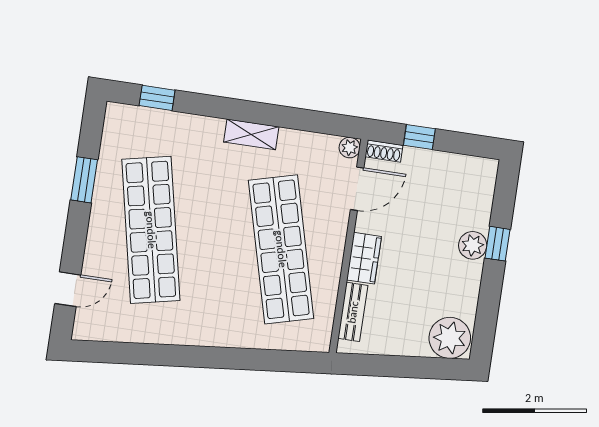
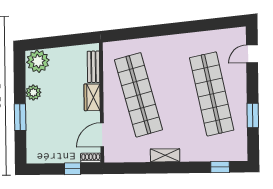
plant: (350, 148) -> (110, 157), removed
window: (497, 244) -> (20, 117), width x1.50
plant: (473, 245) -> (33, 92), moved

